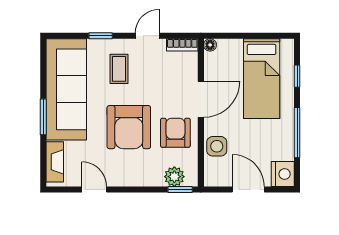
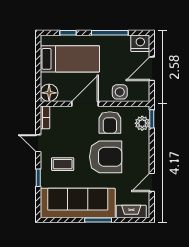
floor lamp: (210, 45) -> (49, 93), width x1.89, depth x1.89
door: (201, 99) -> (85, 104), hinge flipped
armchair: (175, 133) -> (110, 122), turned -90

